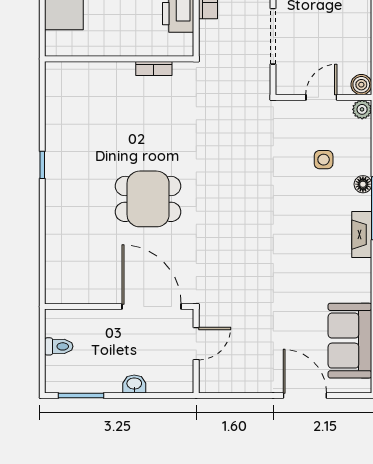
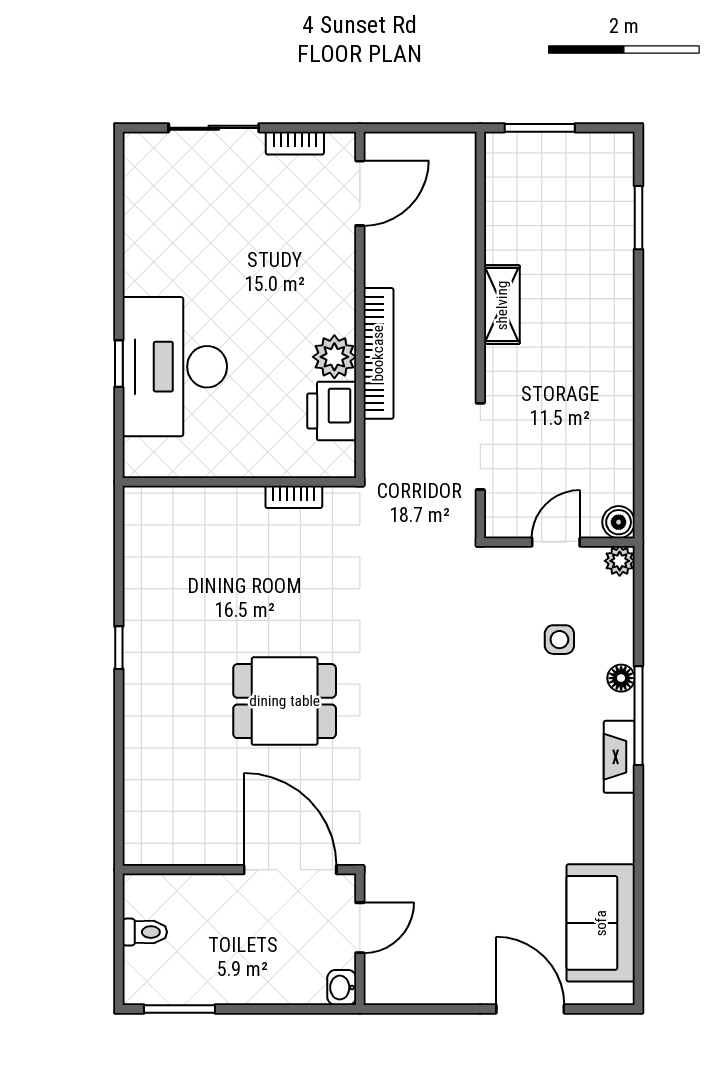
washbasin: (134, 384) -> (342, 988), moved, turned -90

